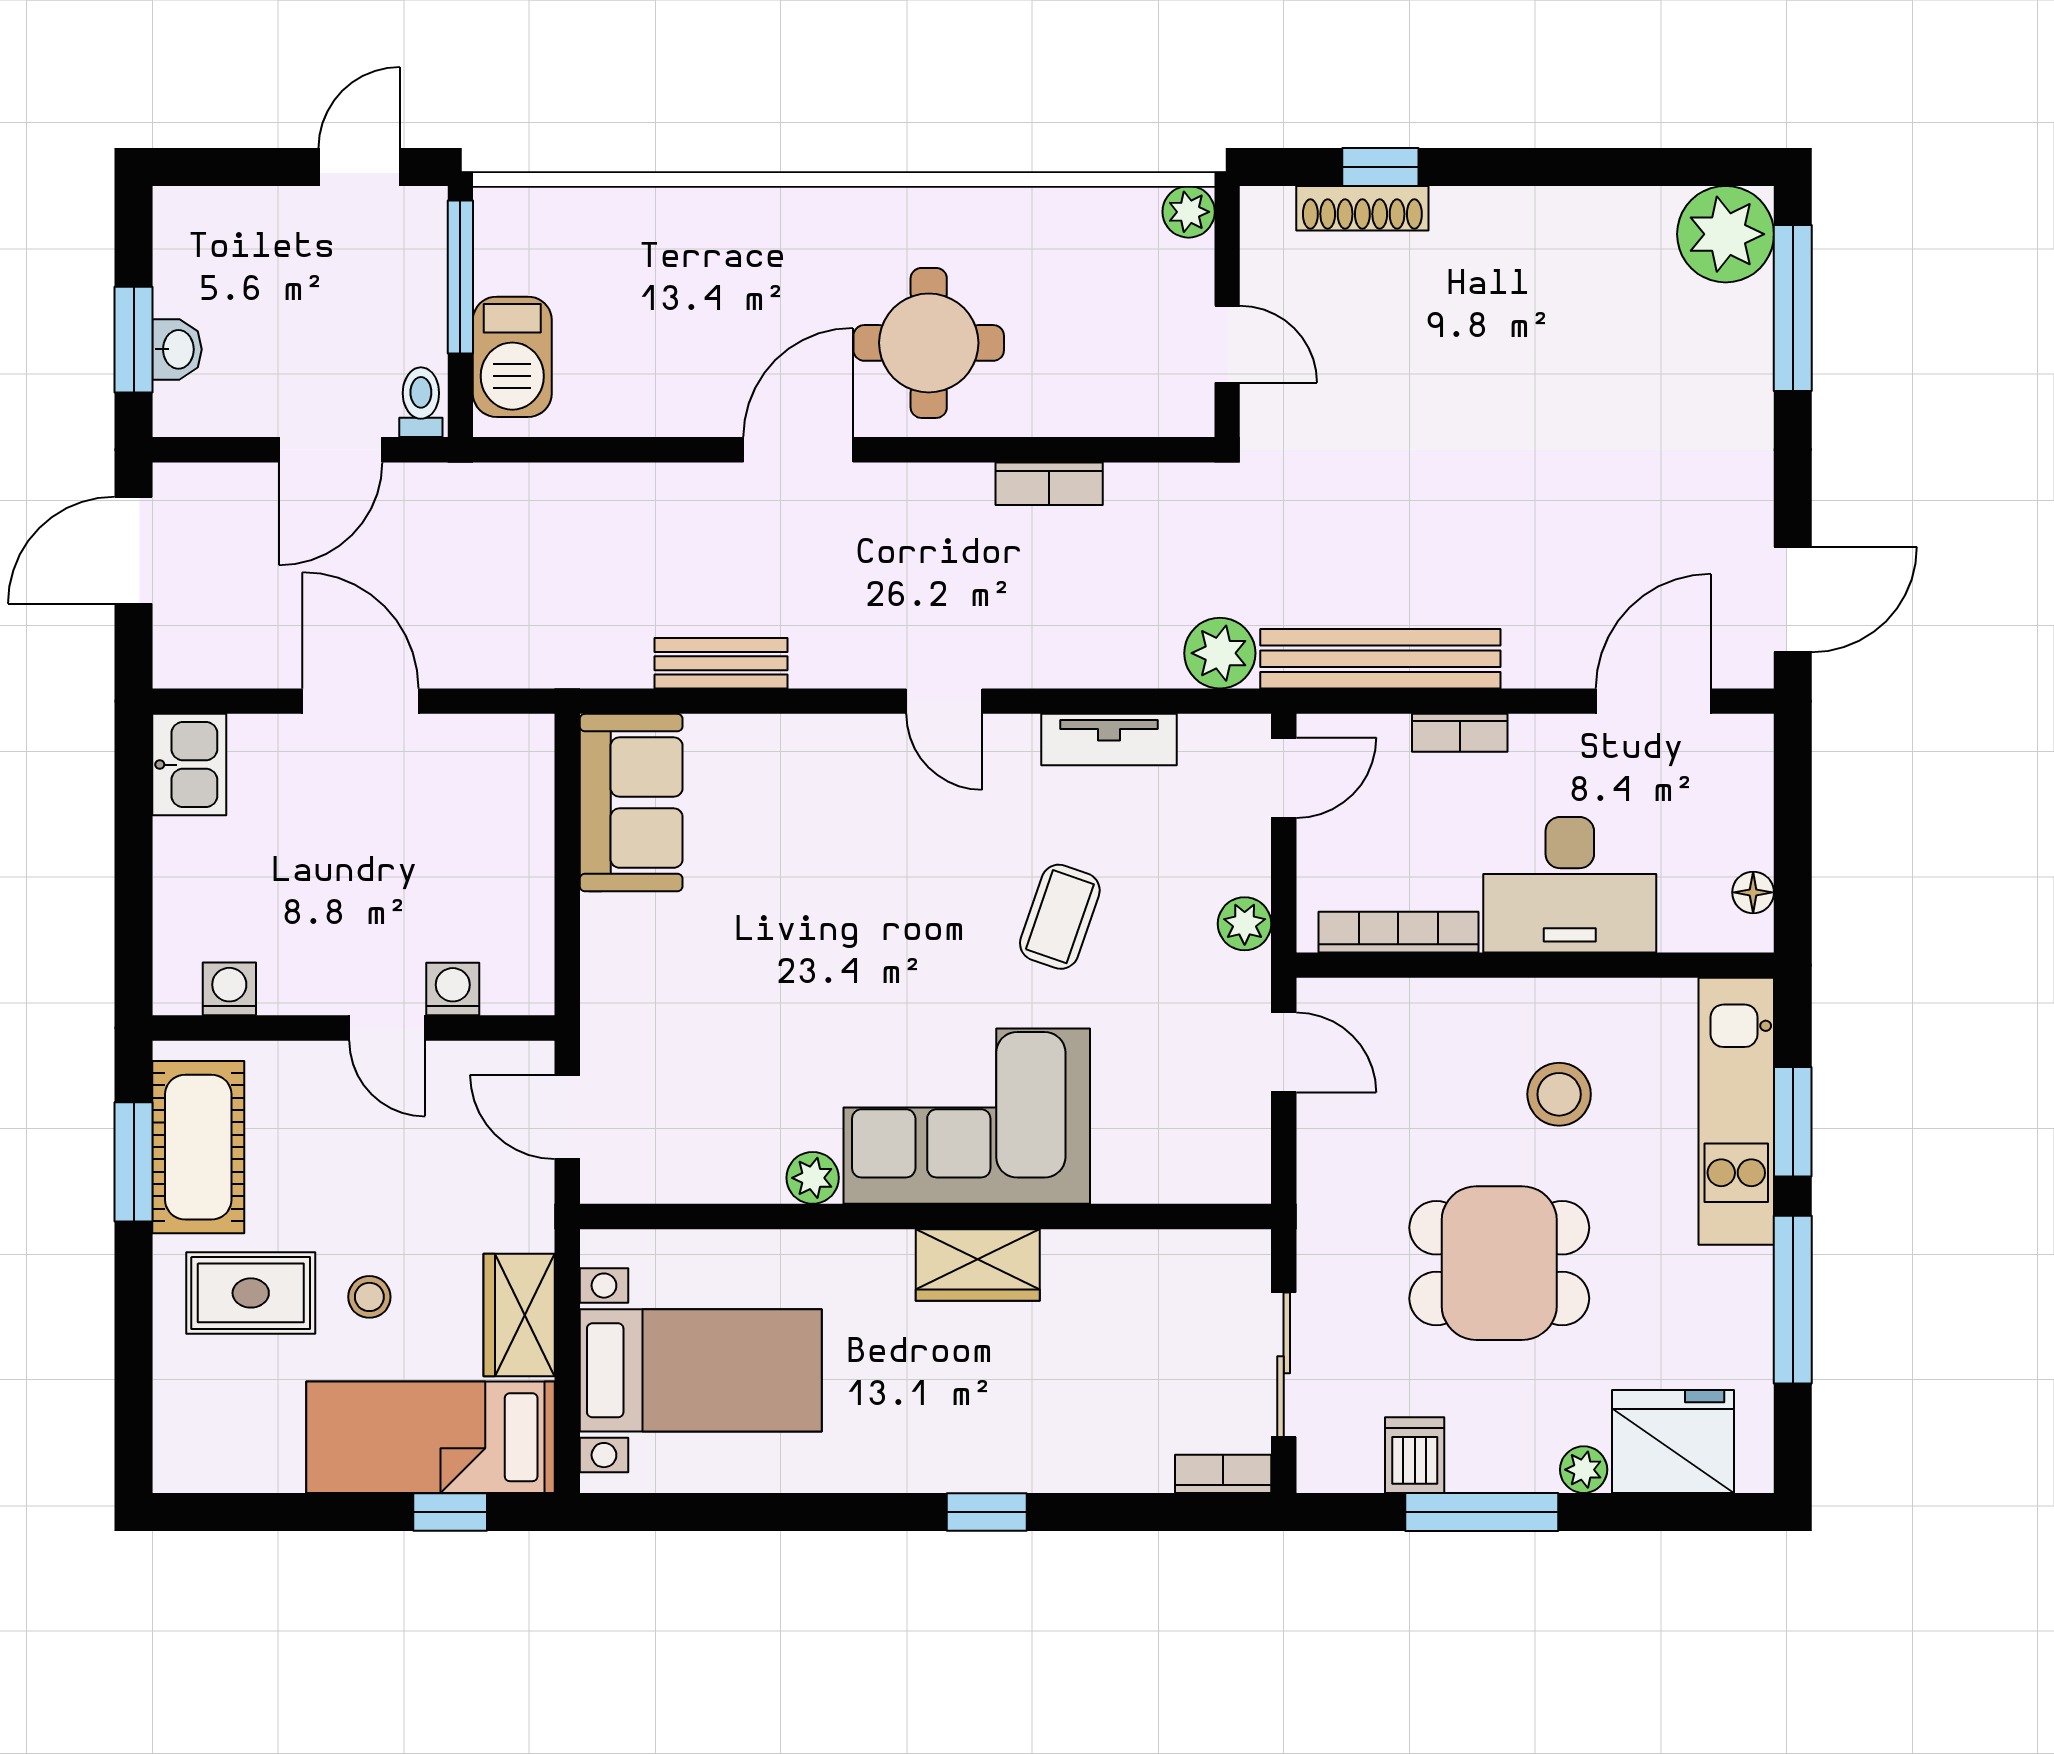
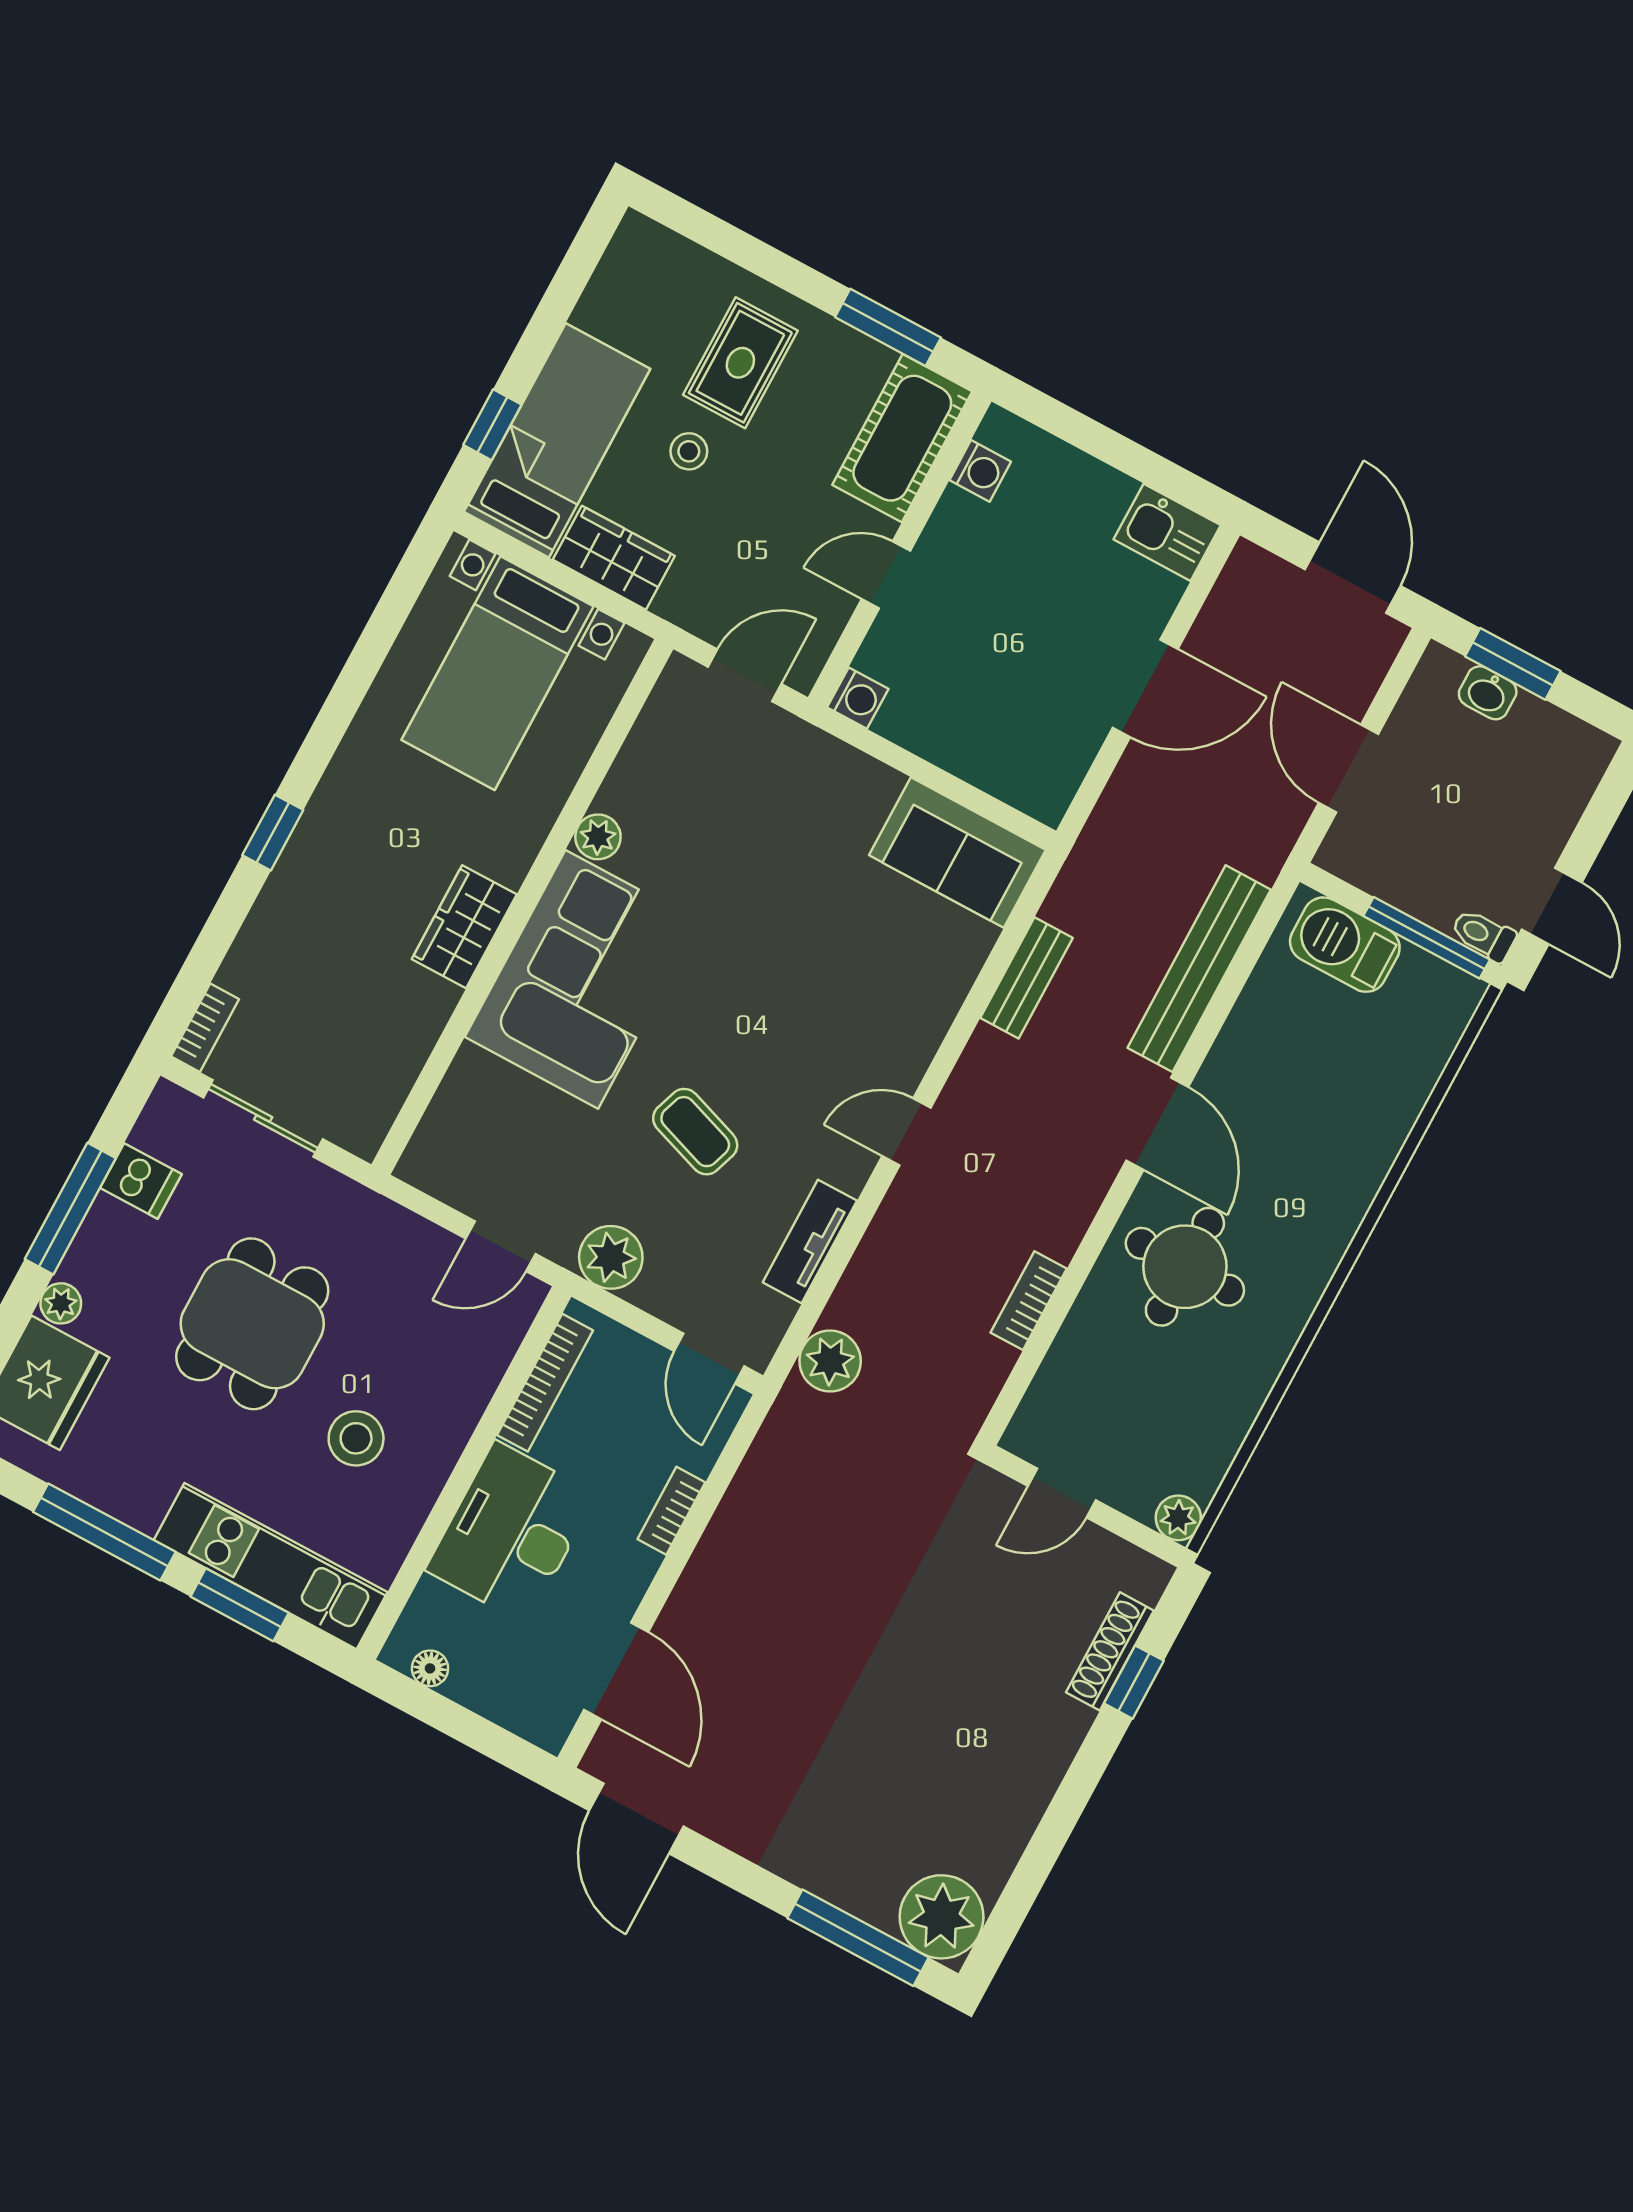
toilet: (421, 402) -> (1483, 935), moved, turned 180
bench: (1380, 659) -> (1199, 969), moved
plant: (1245, 924) -> (611, 1257), width x1.38, depth x1.38
washing machine: (453, 989) -> (858, 698), moved
cot: (198, 1147) -> (902, 438), moved, turned 90

